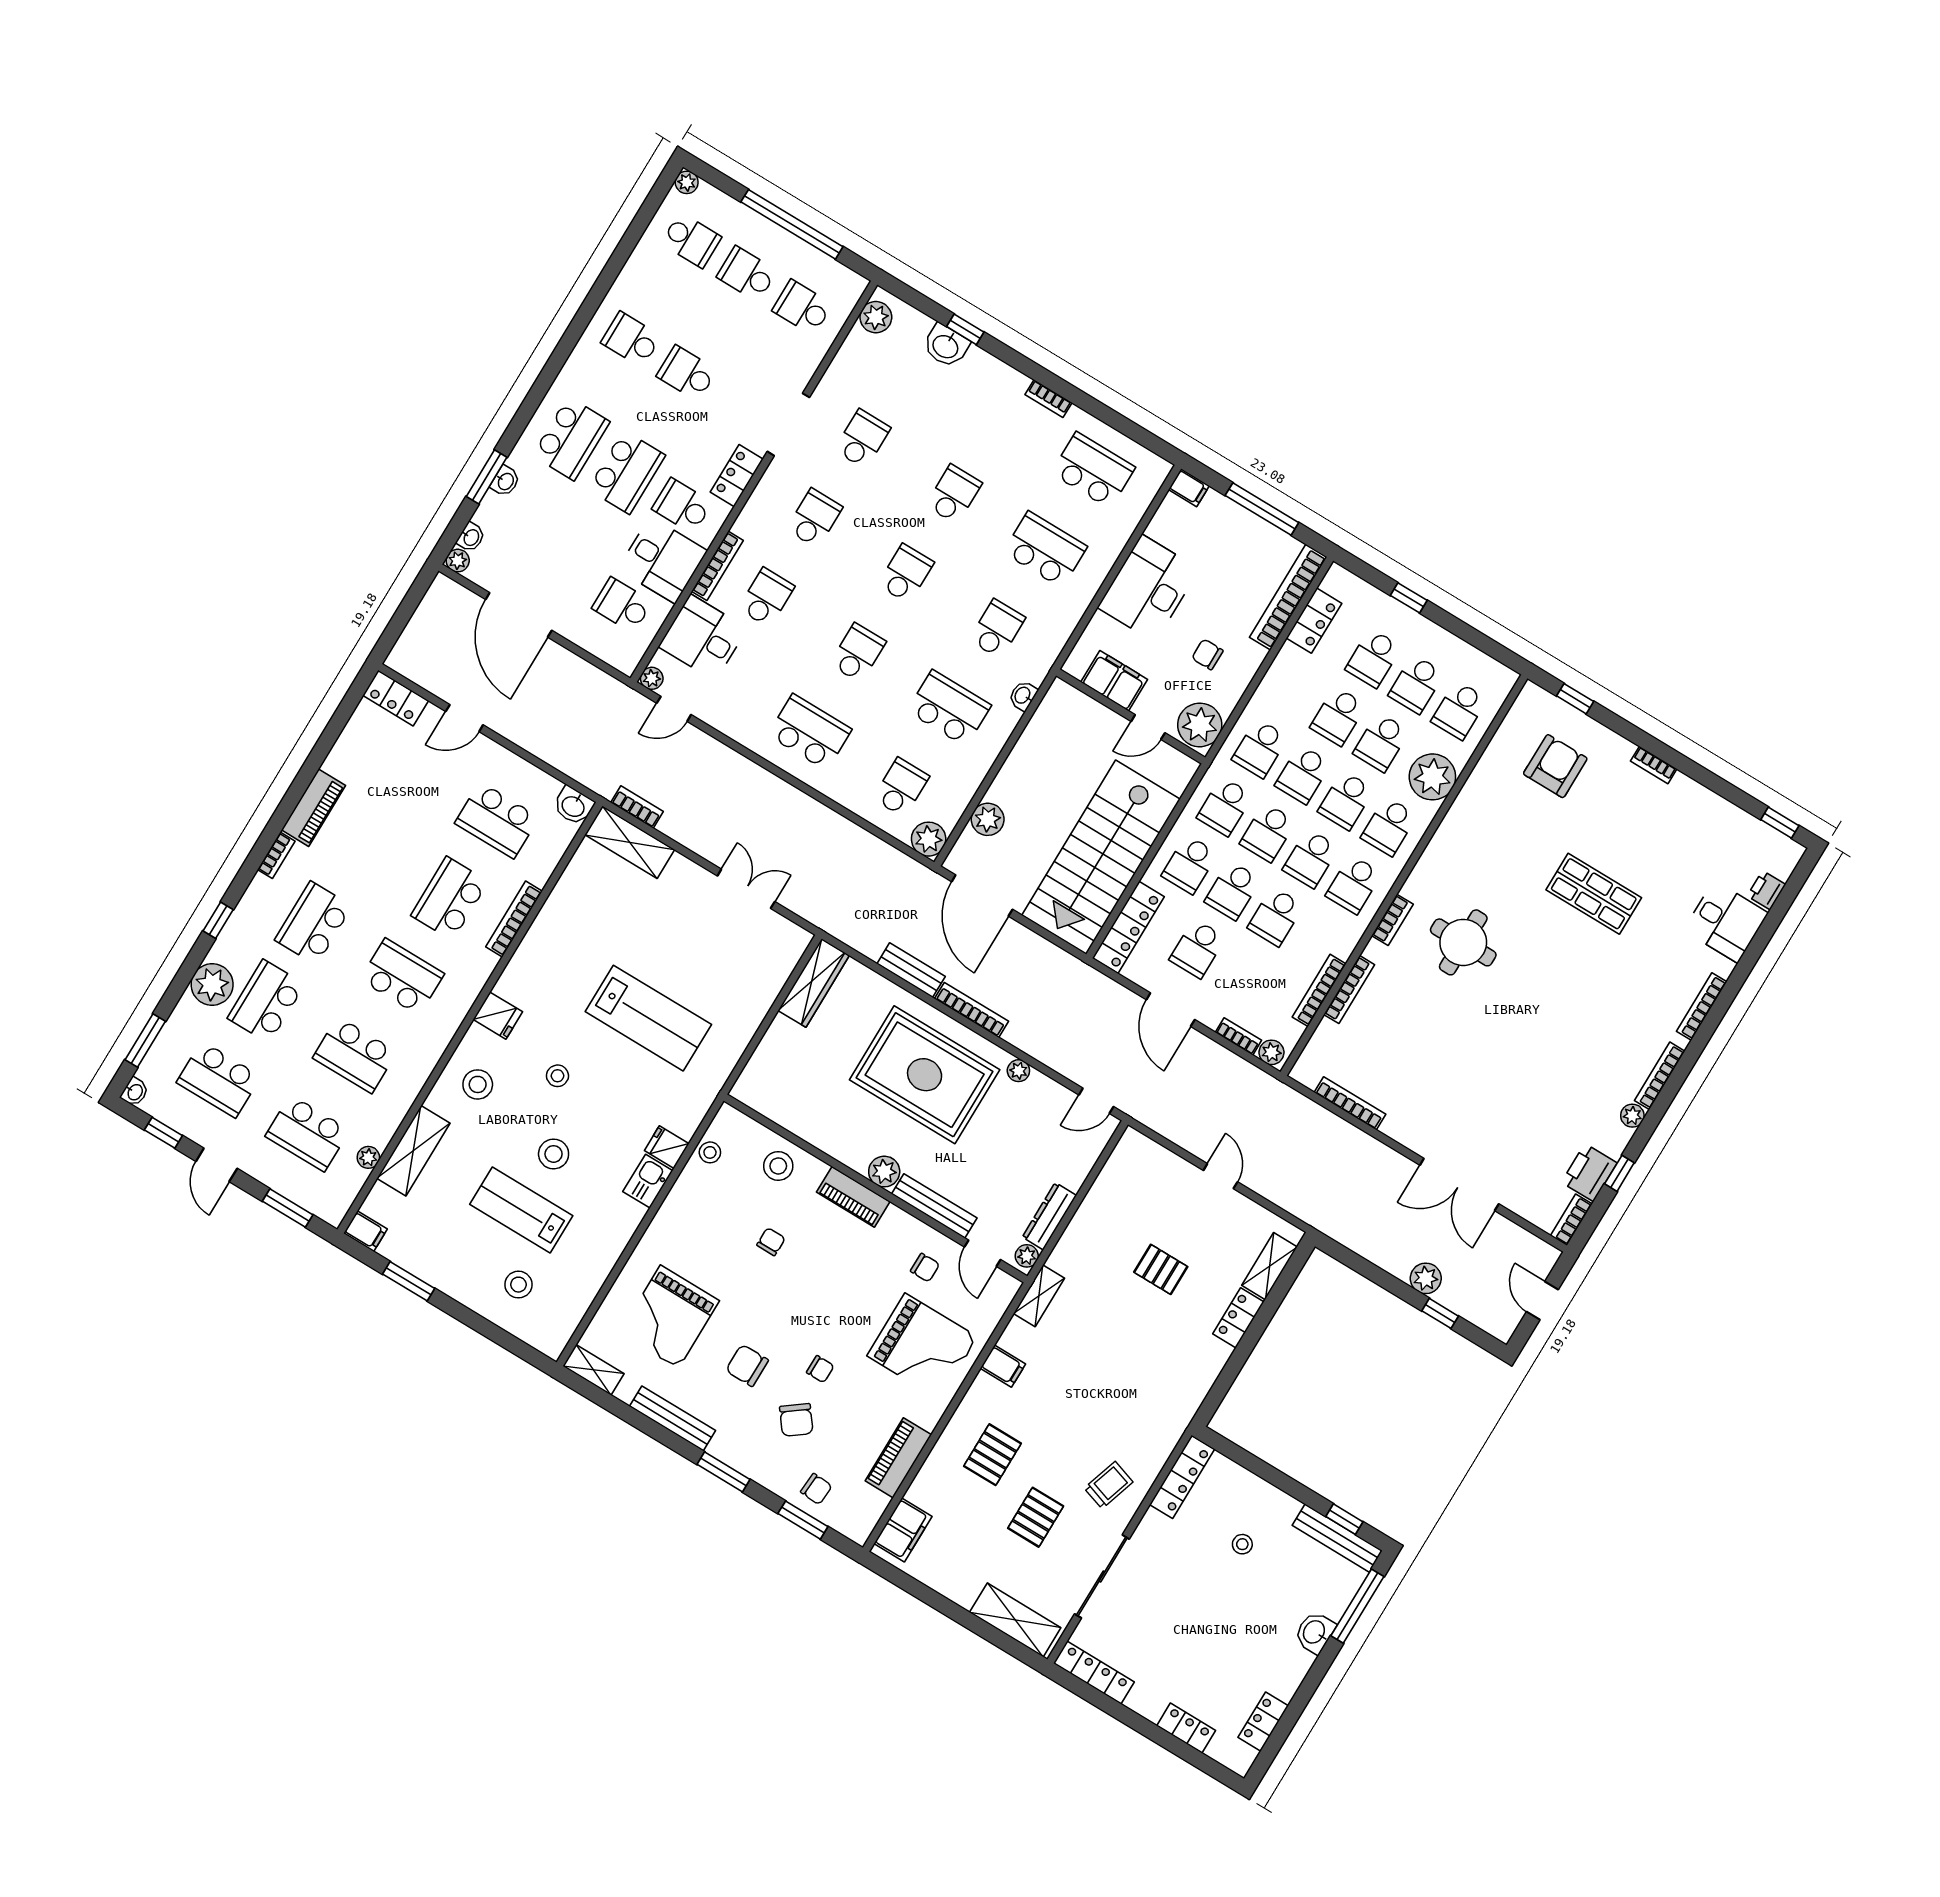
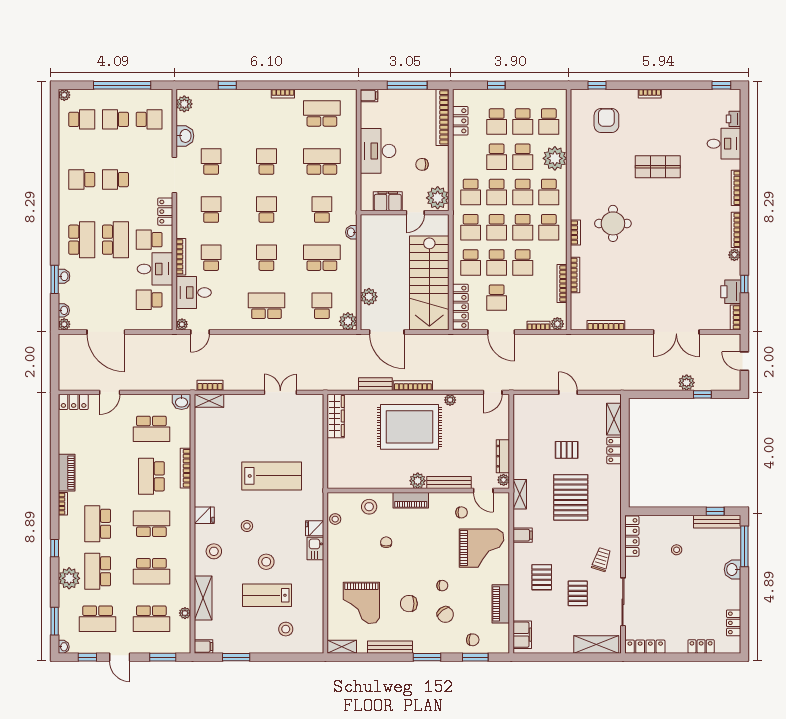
school desk: (802, 307) -> (149, 119), turned 180
washbasin: (946, 346) -> (185, 136), moved, turned -90
shelving: (630, 842) -> (209, 401), width x0.67, depth x0.75
pallet: (1120, 1352) -> (571, 497), added

